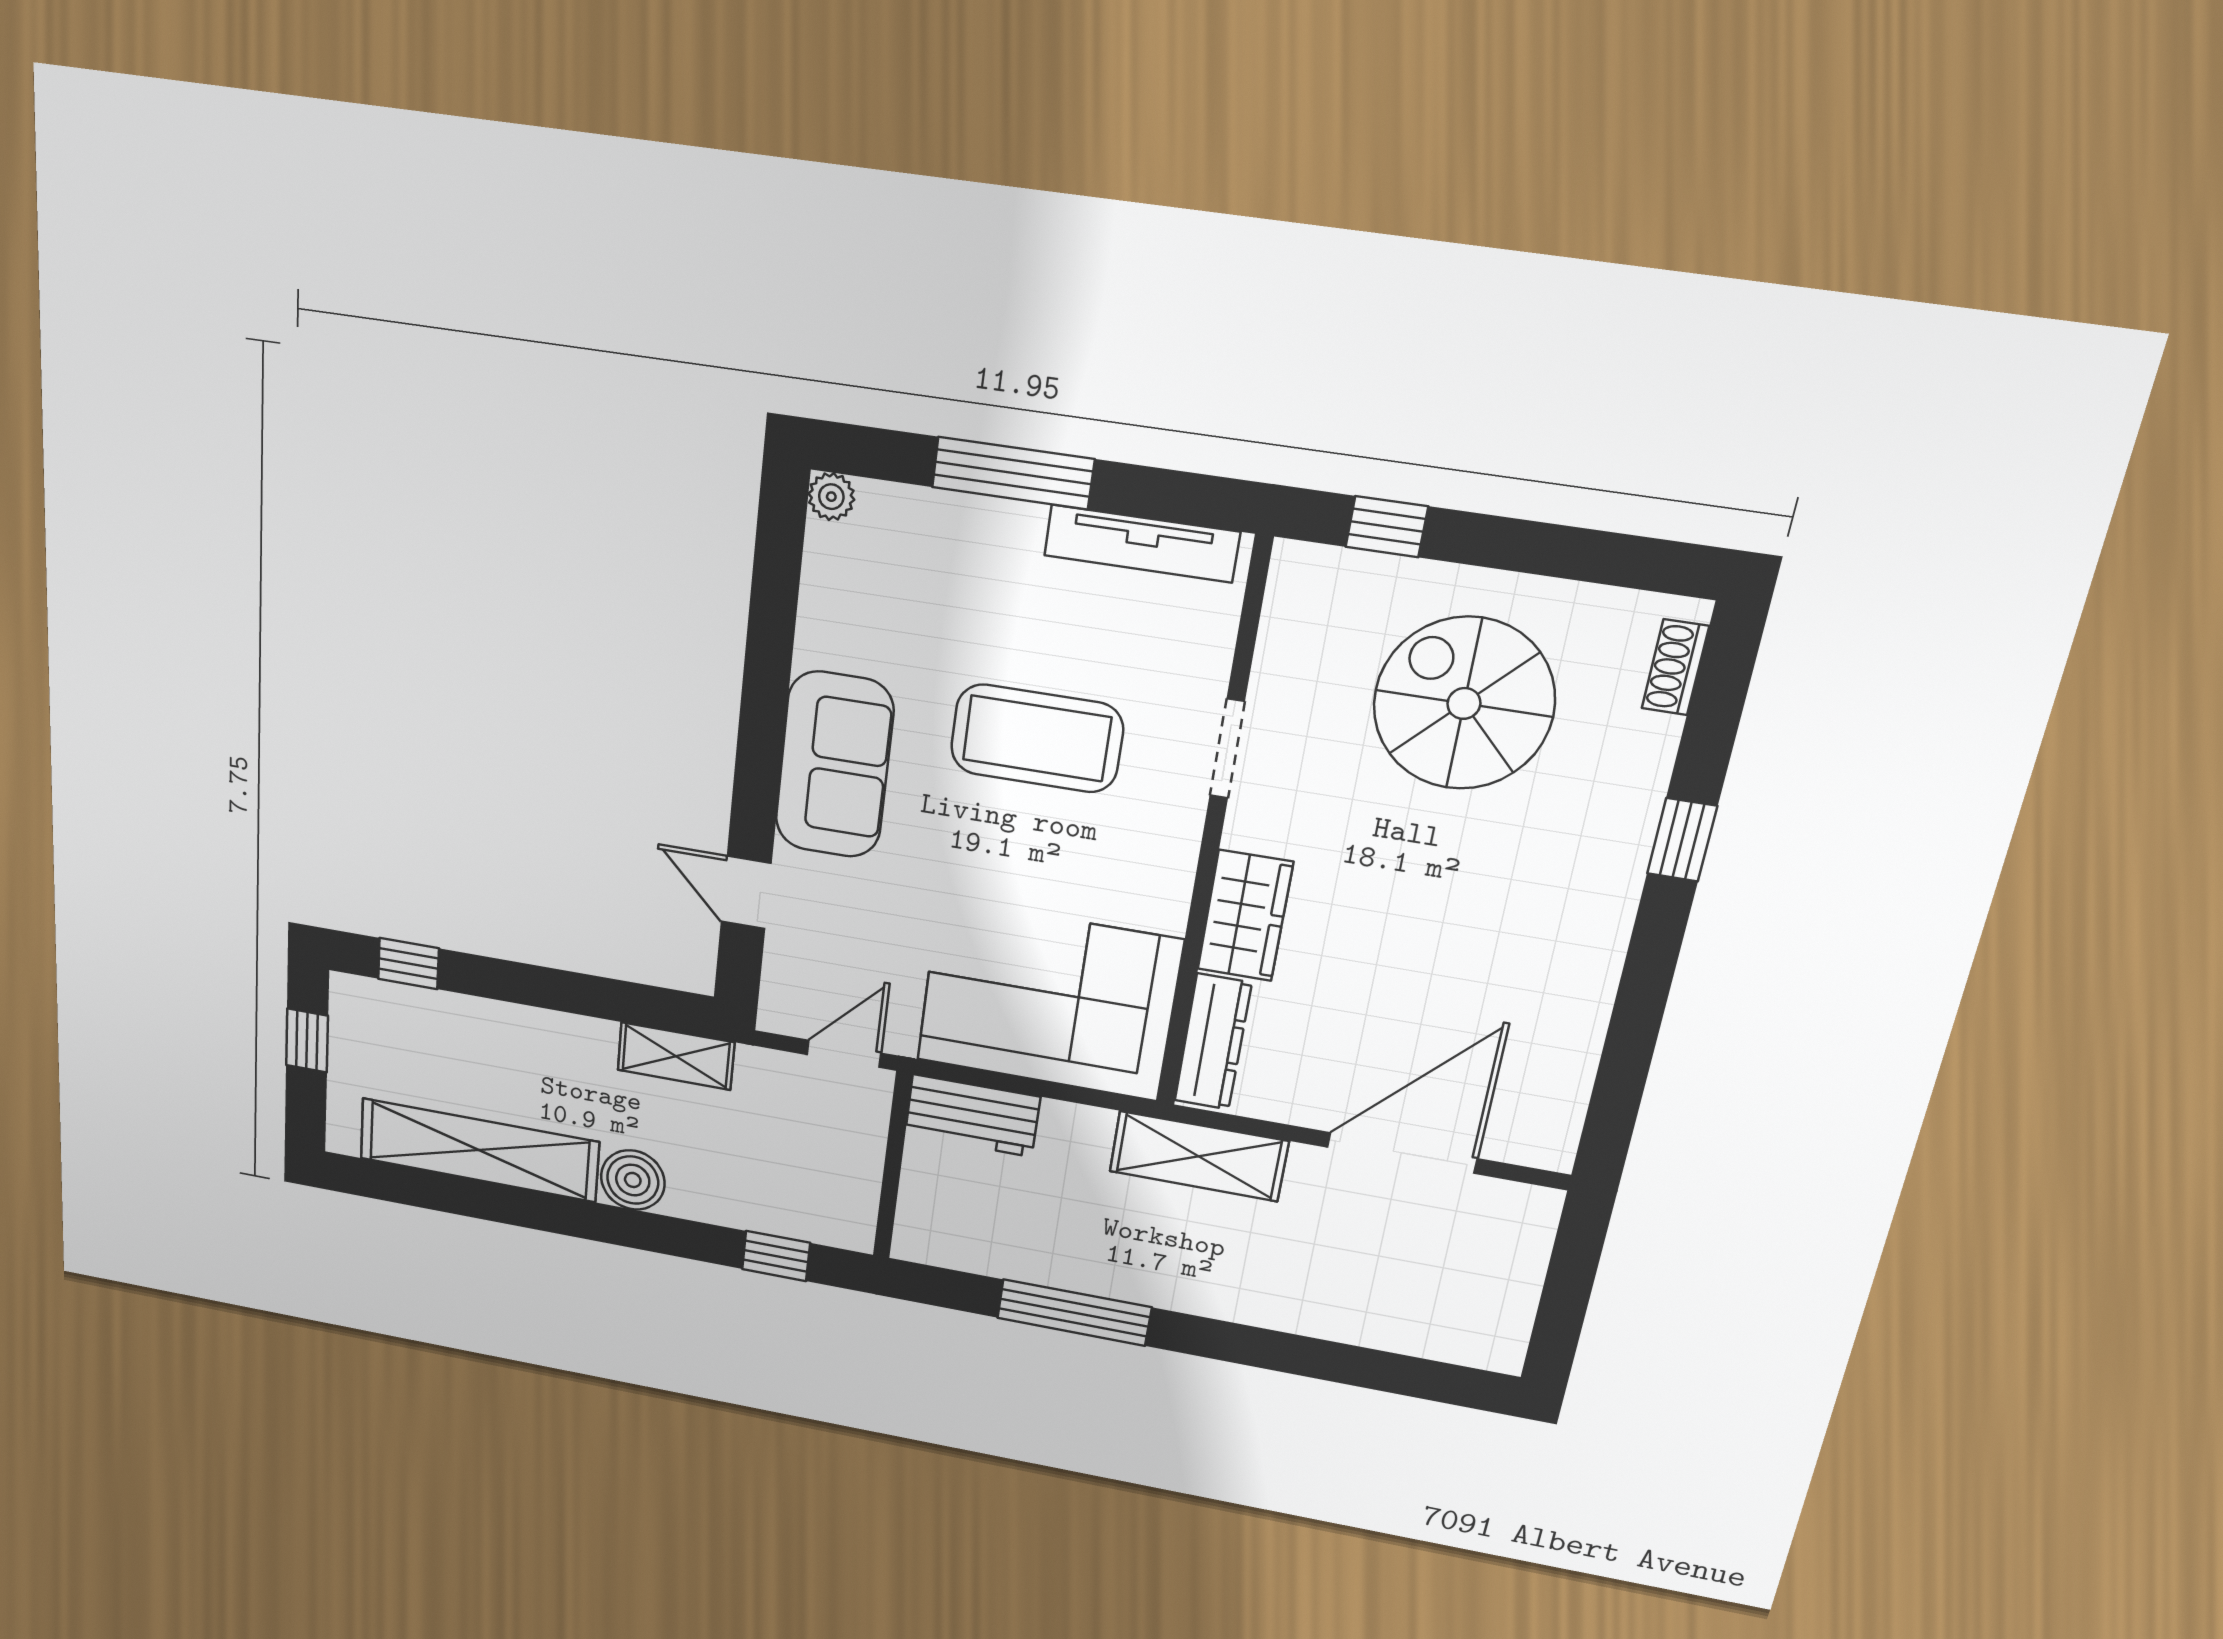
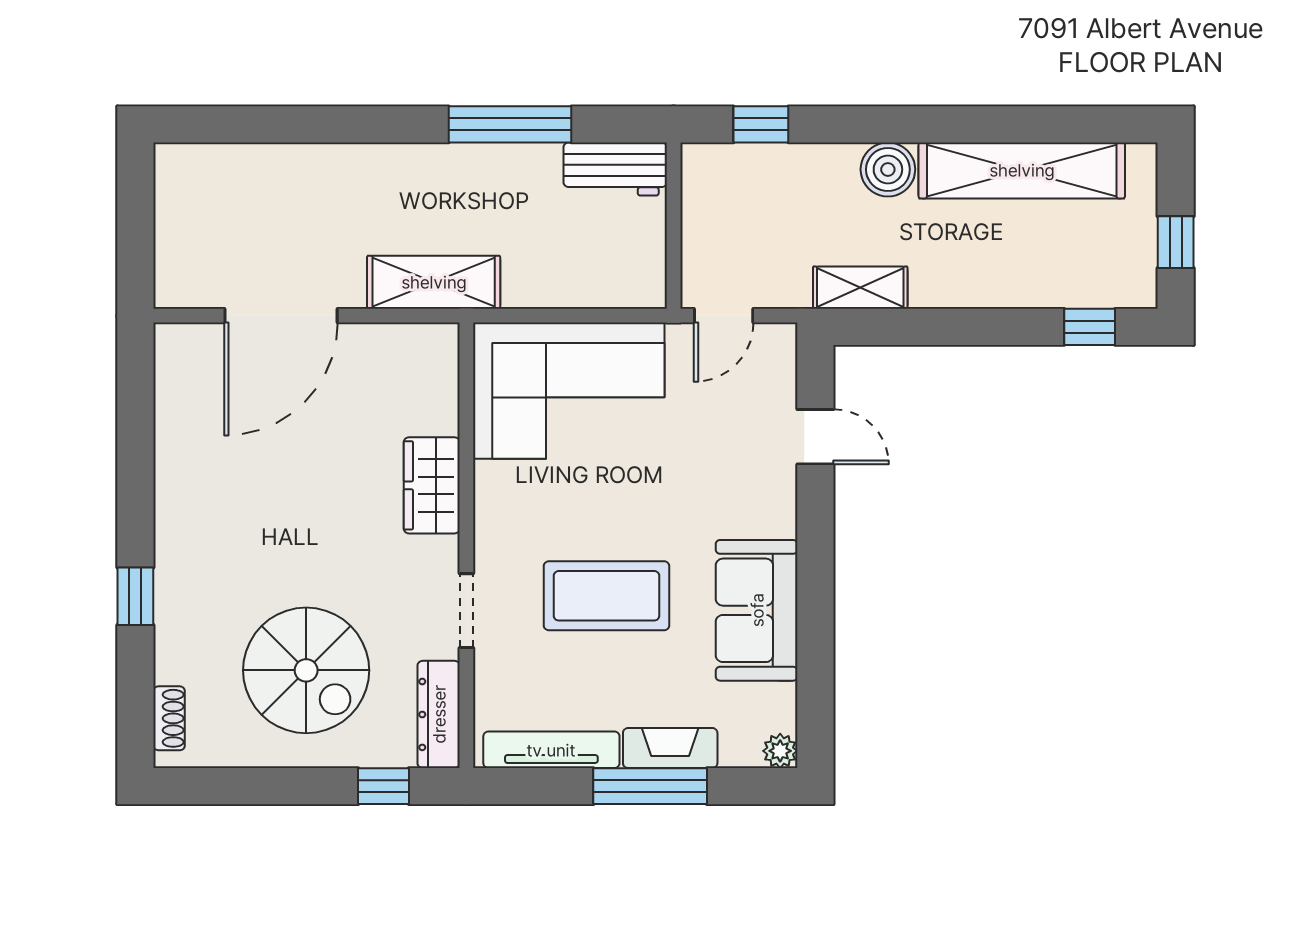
fireplace: (979, 522) -> (670, 748), added
sofa: (834, 765) -> (757, 610), moved
dresser: (1213, 1042) -> (439, 714), moved
workbench: (972, 1116) -> (615, 169), moved, turned 180

